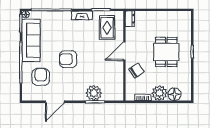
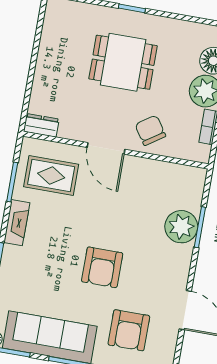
armchair: (41, 77) -> (129, 330), turned -90

